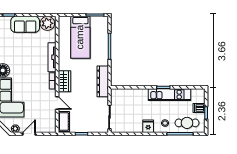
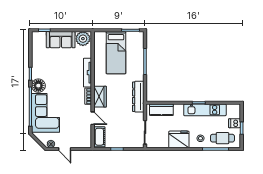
kitchen counter: (126, 95) -> (161, 110), added
fridge: (148, 126) -> (179, 139), width x1.88, depth x1.34
door: (29, 134) -> (65, 149), swing flipped

